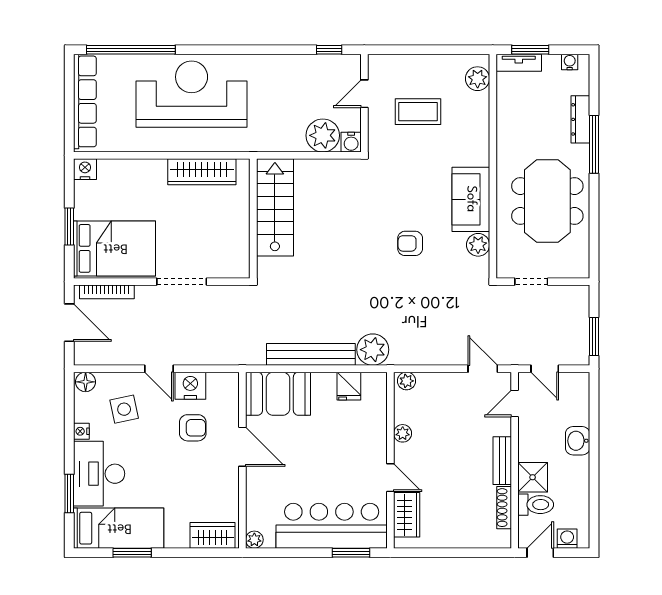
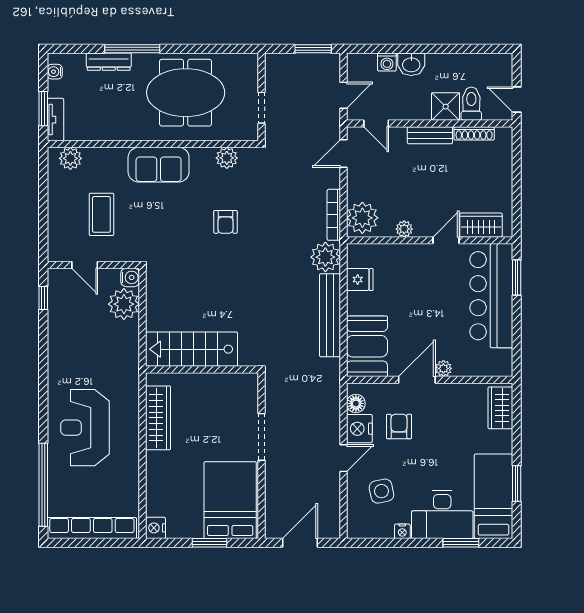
reception desk: (192, 94) -> (85, 428), width x0.74, depth x0.77
sofa: (471, 199) -> (159, 165), moved
bookcase: (107, 292) -> (334, 215), moved, turned 180
plant: (407, 381) -> (362, 218), width x1.87, depth x1.87
floor lamp: (86, 382) -> (356, 403), moved
washing machine: (567, 539) -> (387, 62), moved, turned -90
plant: (254, 540) -> (443, 368), moved

